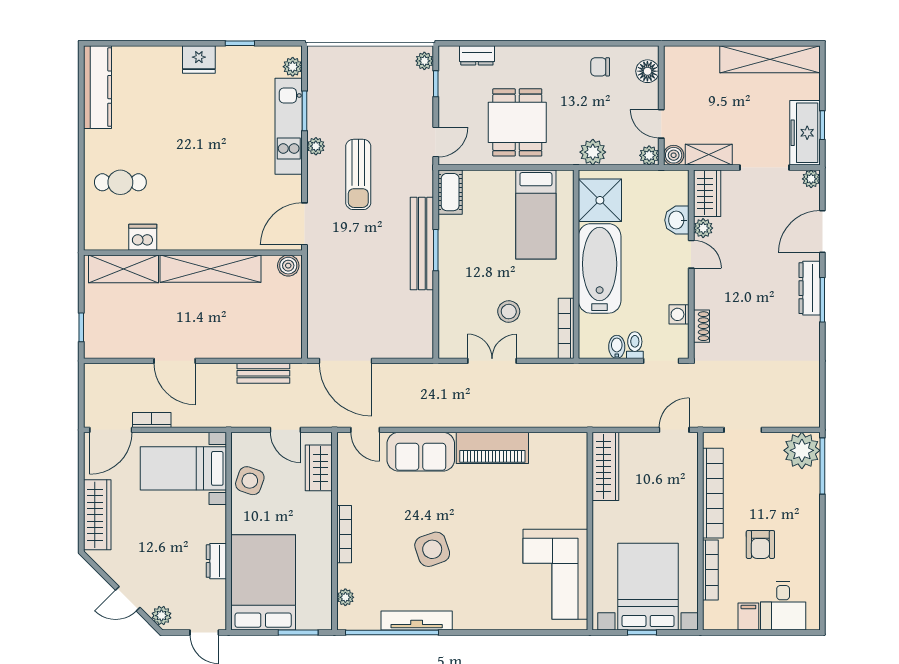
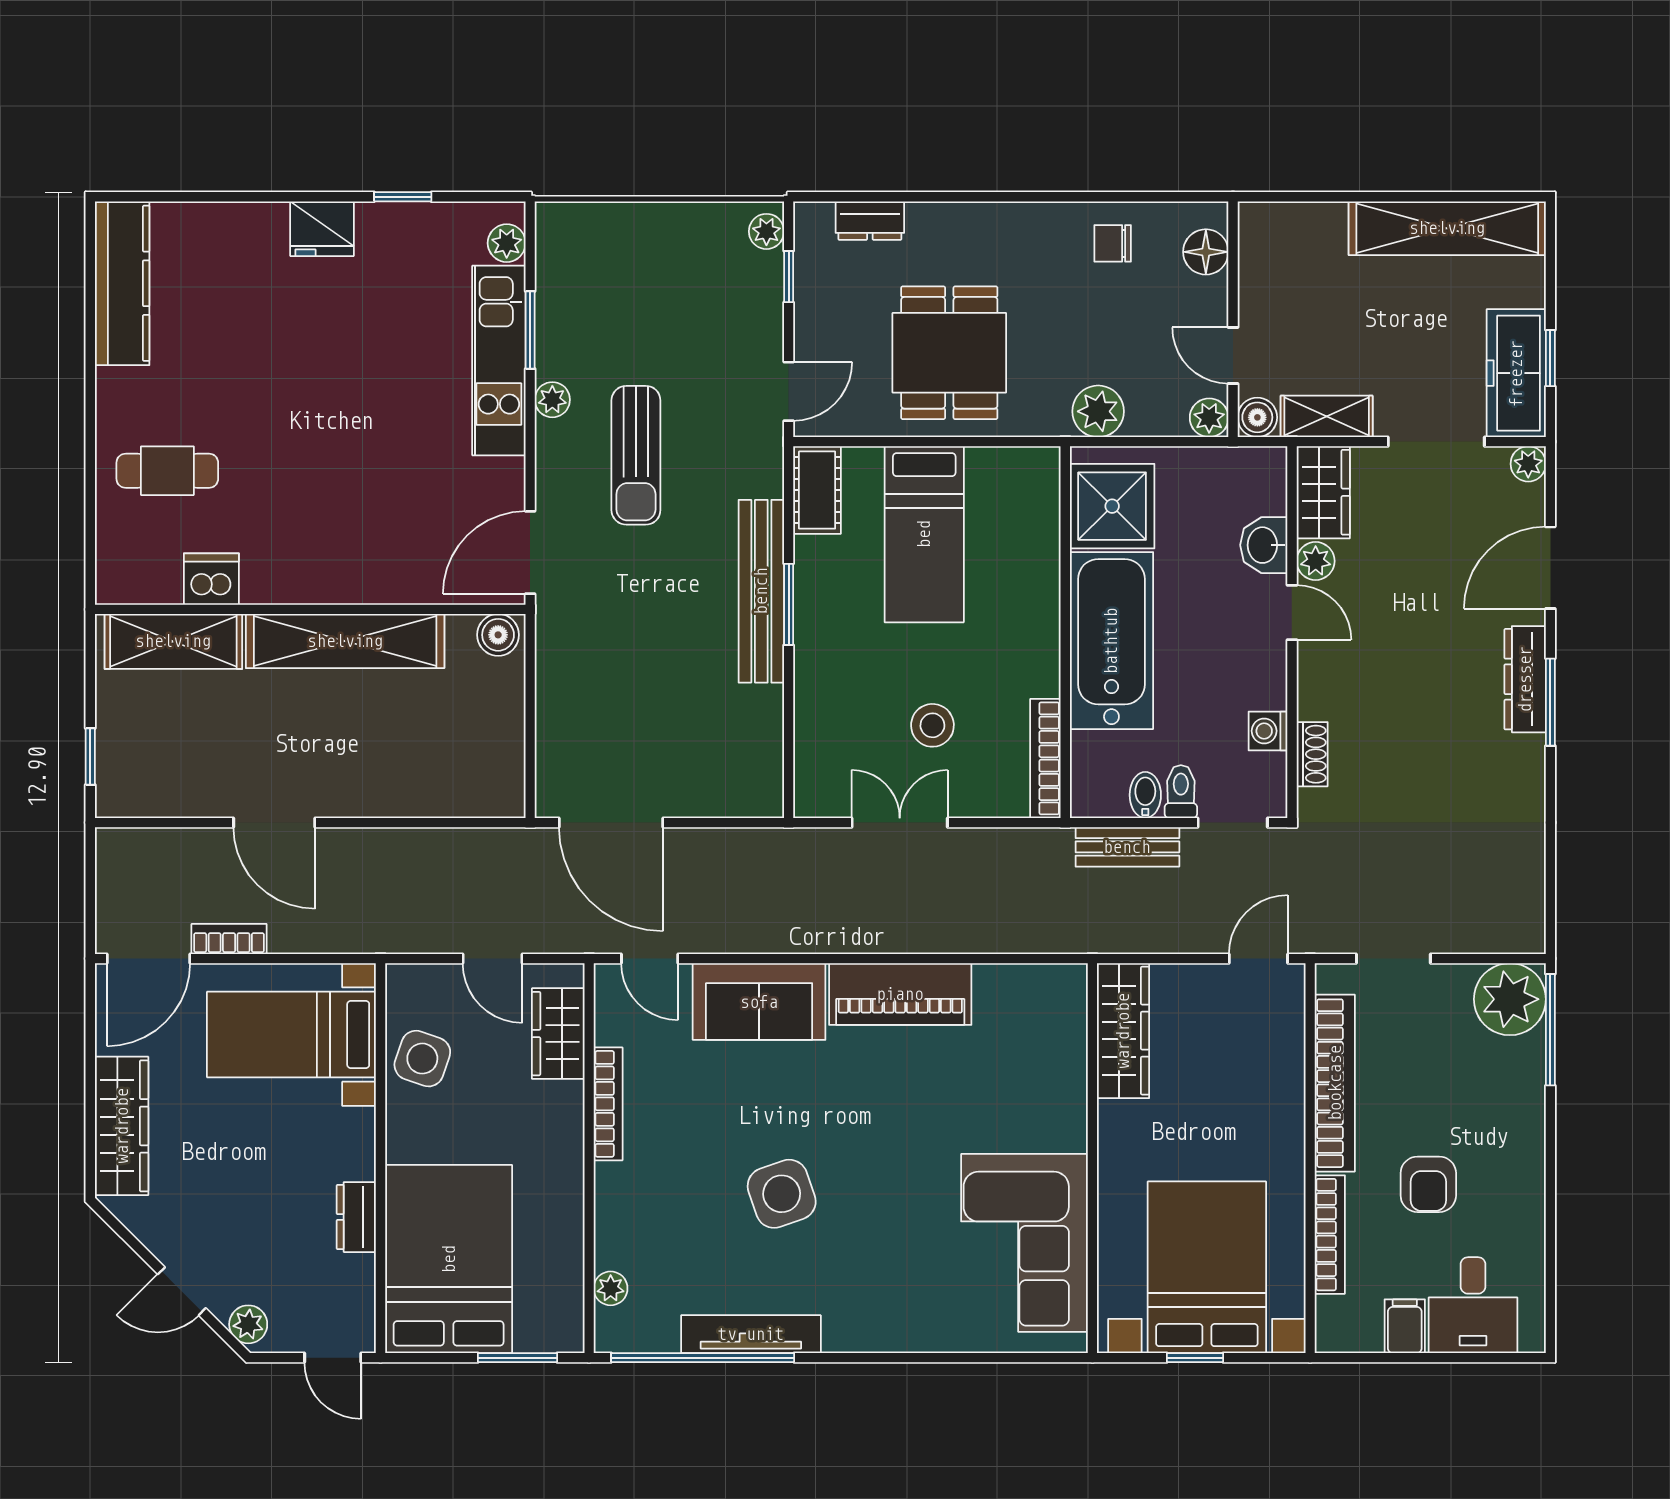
bed: (536, 214) -> (924, 534), moved
bench: (263, 373) -> (1127, 847), moved
bookcase: (344, 534) -> (608, 1104), moved

